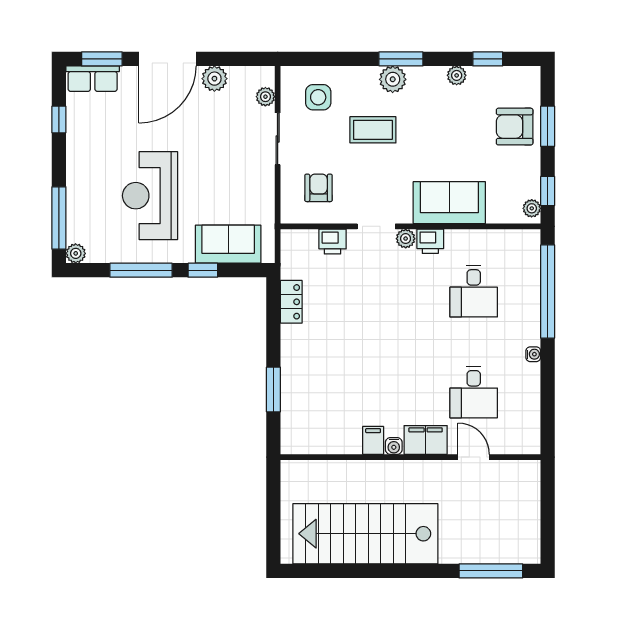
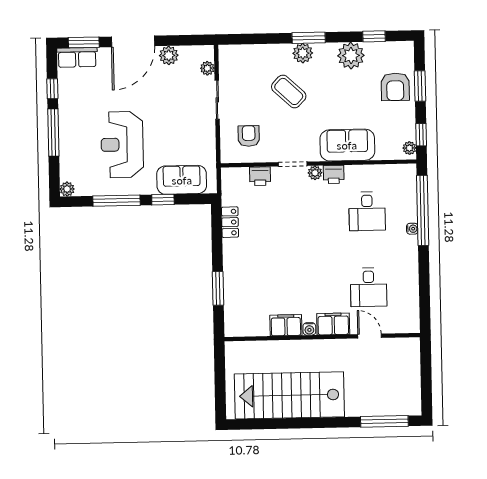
plant: (457, 75) -> (351, 56), width x1.88, depth x1.88
side table: (318, 97) -> (247, 68), removed
armchair: (515, 127) -> (395, 87), turned -90
coffee table: (373, 130) -> (289, 91), turned 43
window: (59, 218) -> (53, 133), moved
water cooler: (533, 354) -> (412, 229), moved
filing cabinet: (373, 440) -> (286, 325), width x2.00

